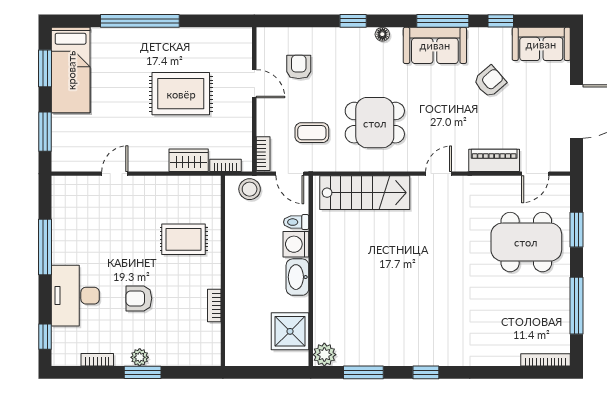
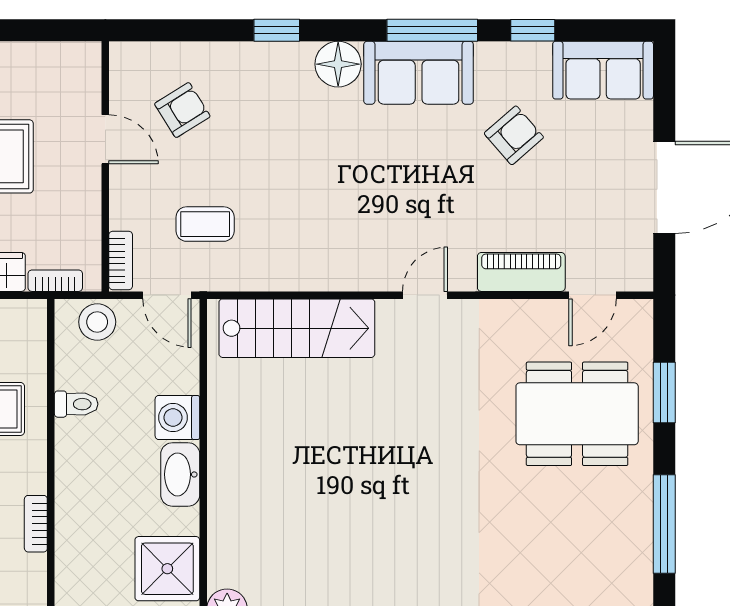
floor lamp: (382, 34) -> (338, 64), width x1.89, depth x1.89
armchair: (299, 67) -> (182, 110), turned 58
dining table: (375, 123) -> (314, 207), removed
toilet: (296, 222) -> (76, 404), moved, turned 180

